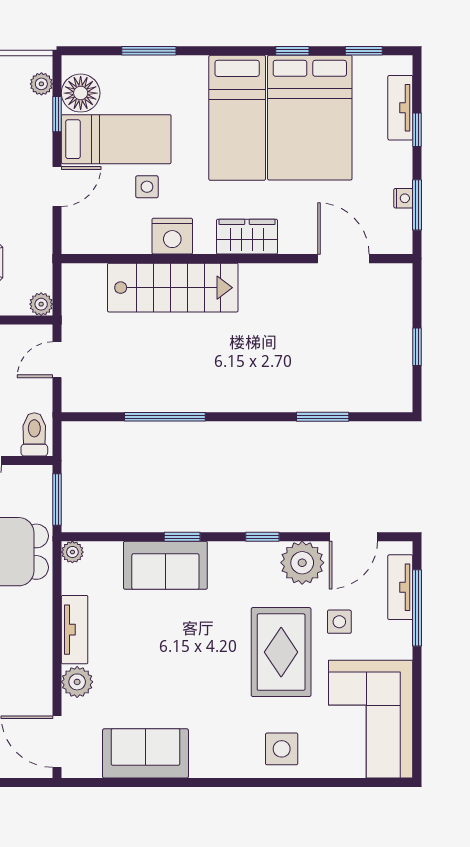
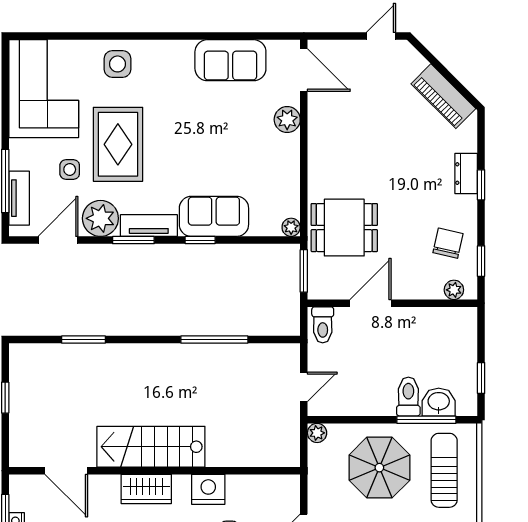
stairs: (173, 288) -> (151, 447), moved
window: (262, 537) -> (133, 240), width x1.50
tv unit: (75, 630) -> (149, 226), moved, turned 90

